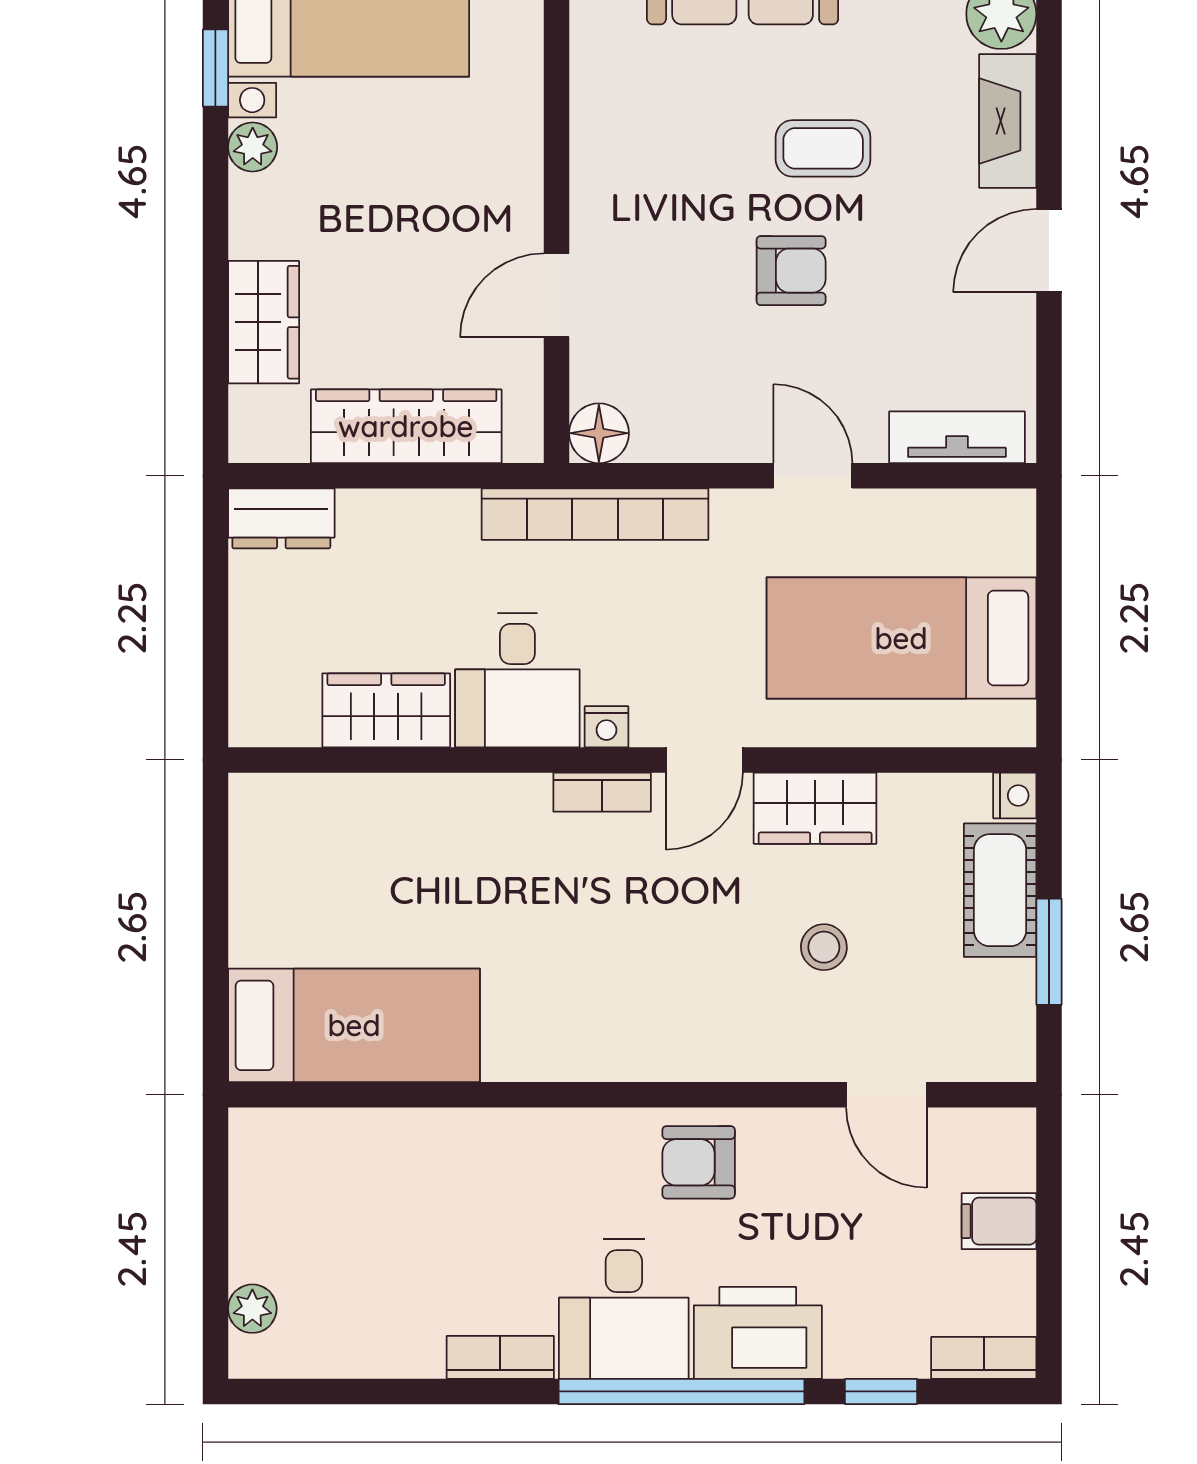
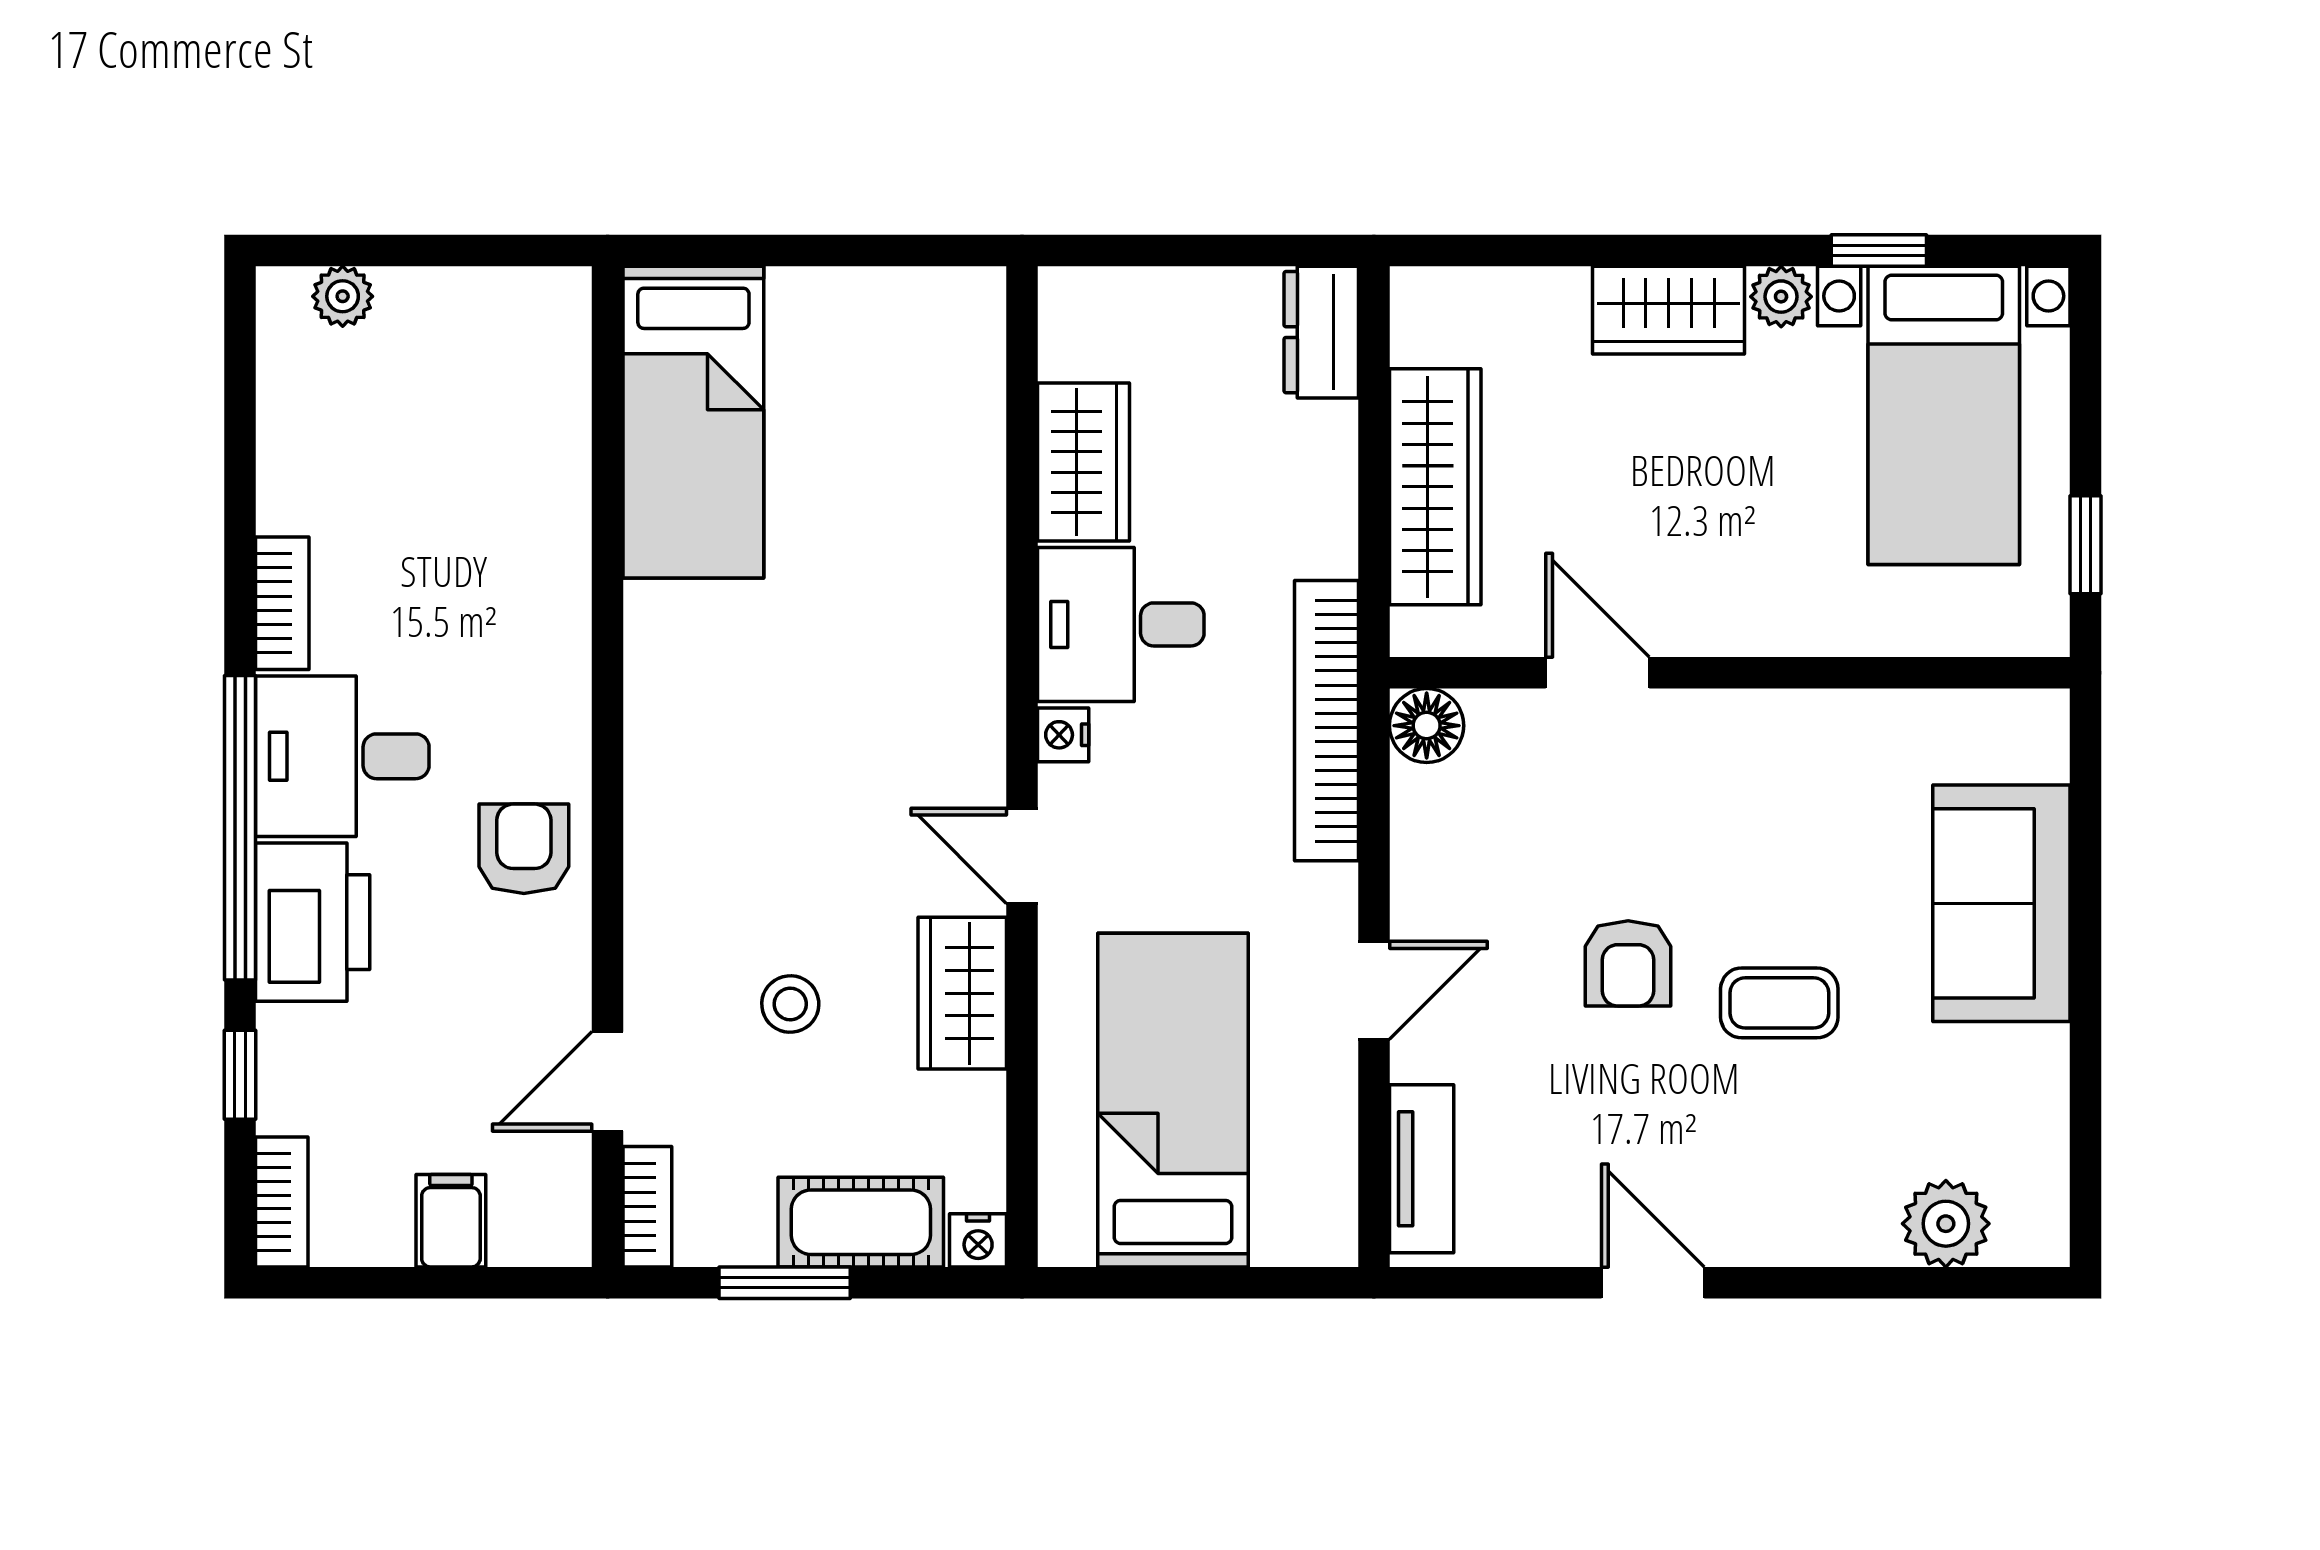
fireplace: (1008, 121) -> (1813, 1232), removed
coffee table: (823, 148) -> (1779, 1003), turned 90
wardrobe: (264, 322) -> (1669, 310), moved
bookcase: (602, 792) -> (647, 1207), moved, turned 180

